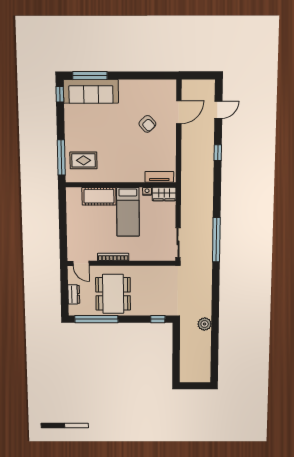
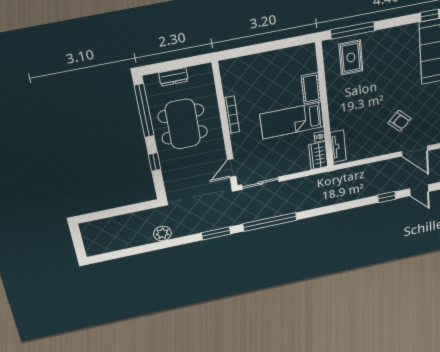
armchair: (147, 124) -> (400, 121), turned -92
window: (218, 153) -> (387, 197), moved
cot: (99, 196) -> (311, 88), width x0.73, depth x0.75
door: (81, 263) -> (232, 168), moved
window: (216, 284) -> (216, 233), added
dining table: (113, 294) -> (183, 124), turned 90
window: (158, 319) -> (155, 162), moved

